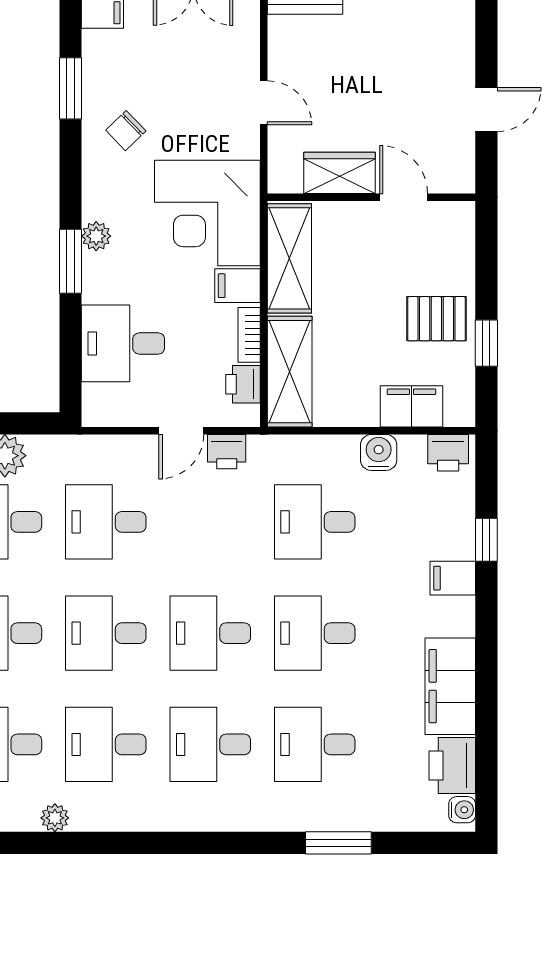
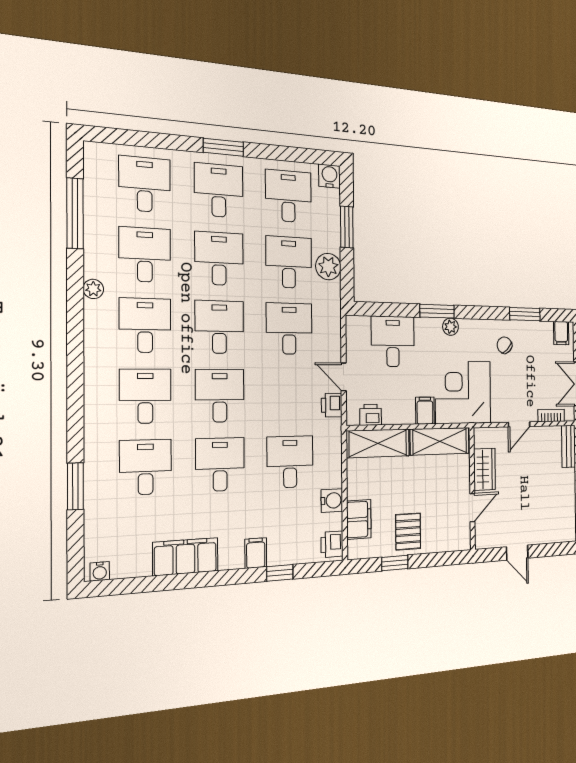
bookcase: (249, 335) -> (551, 415), moved
printer: (452, 766) -> (131, 562), removed

